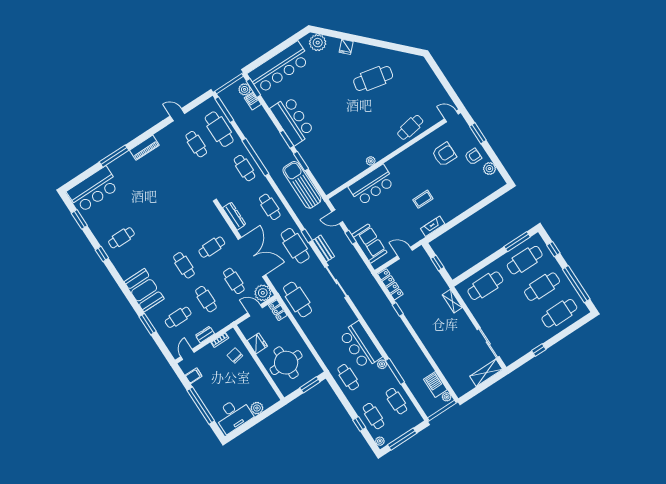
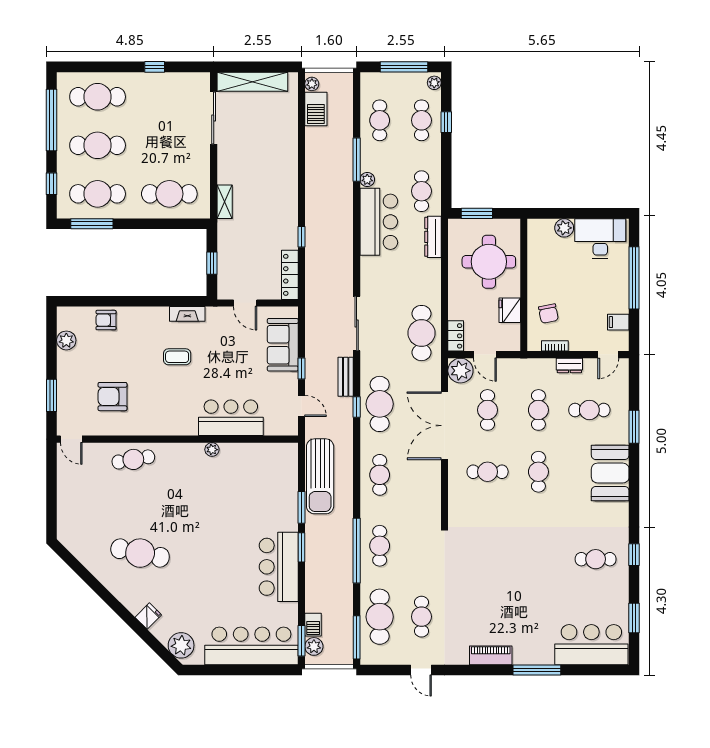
armchair: (473, 157) -> (106, 320), moved
dresser: (234, 216) -> (433, 237), moved
shelving: (486, 373) -> (252, 82), width x1.47

